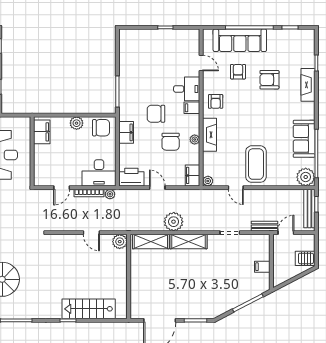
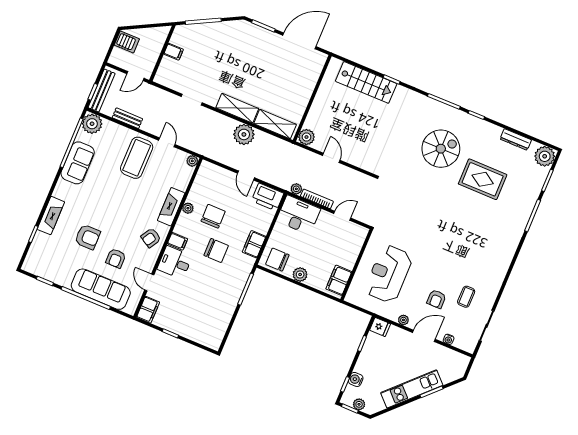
armchair: (216, 101) -> (151, 238), turned -149
filing cabinet: (193, 175) -> (148, 310), moved
bench: (265, 226) -> (127, 118), moved

